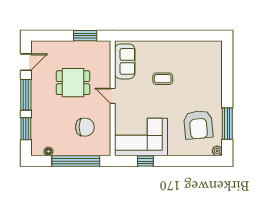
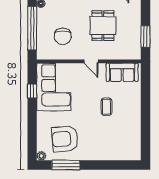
door: (113, 96) -> (91, 61), swing flipped

